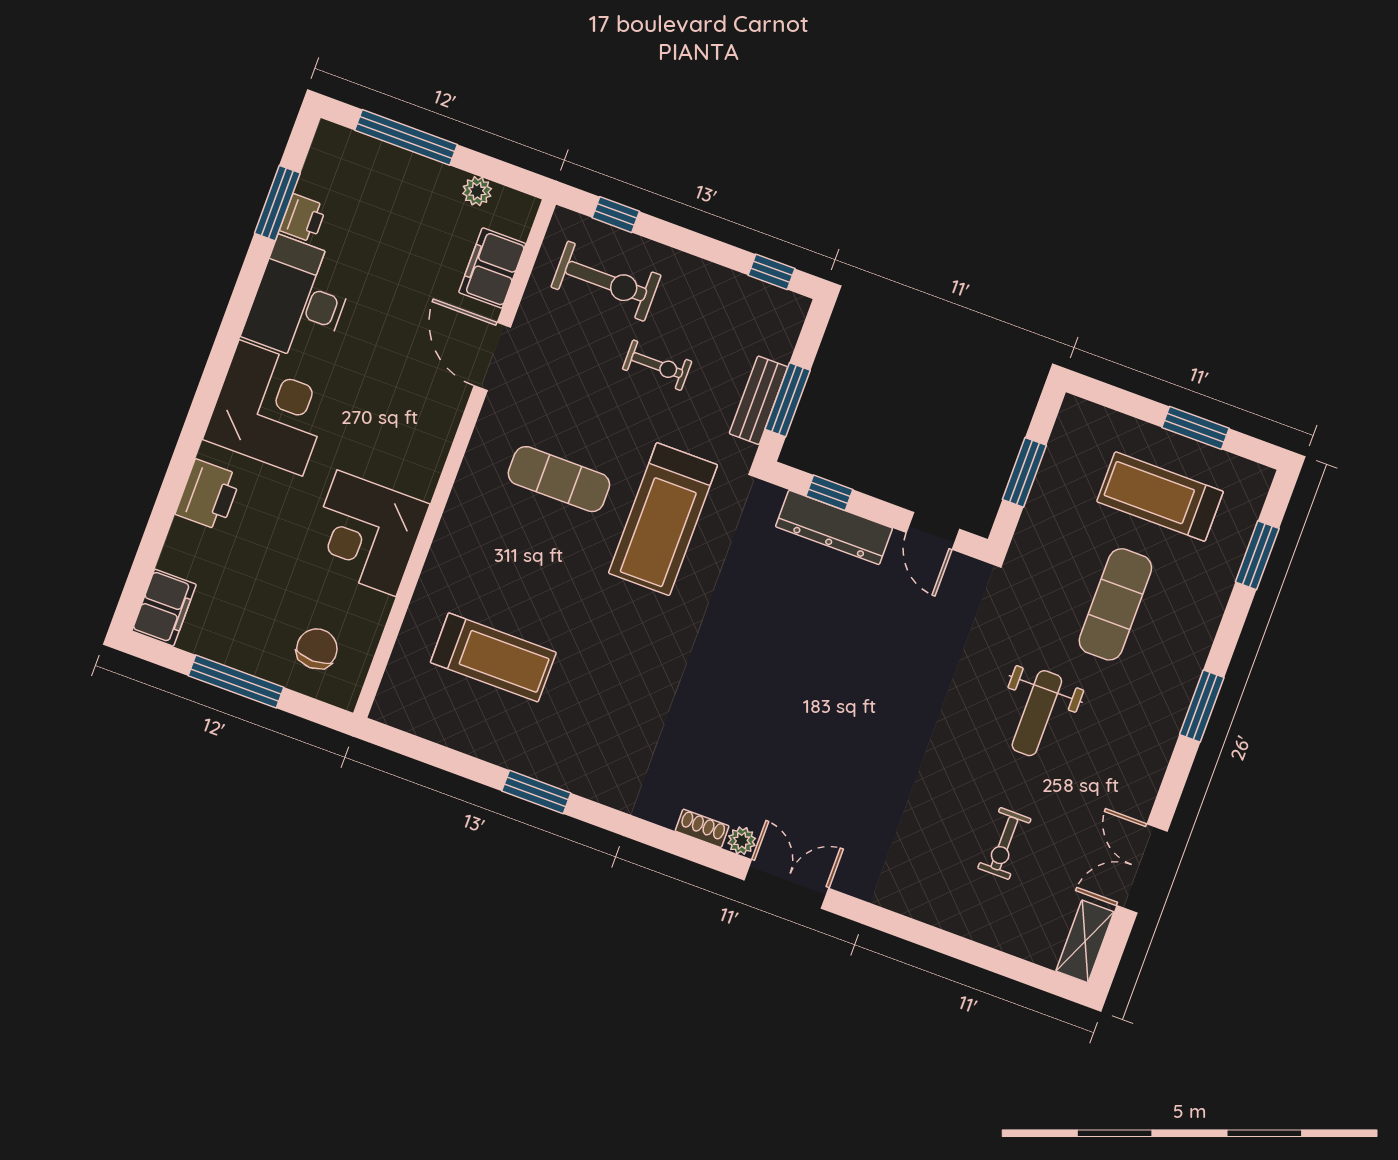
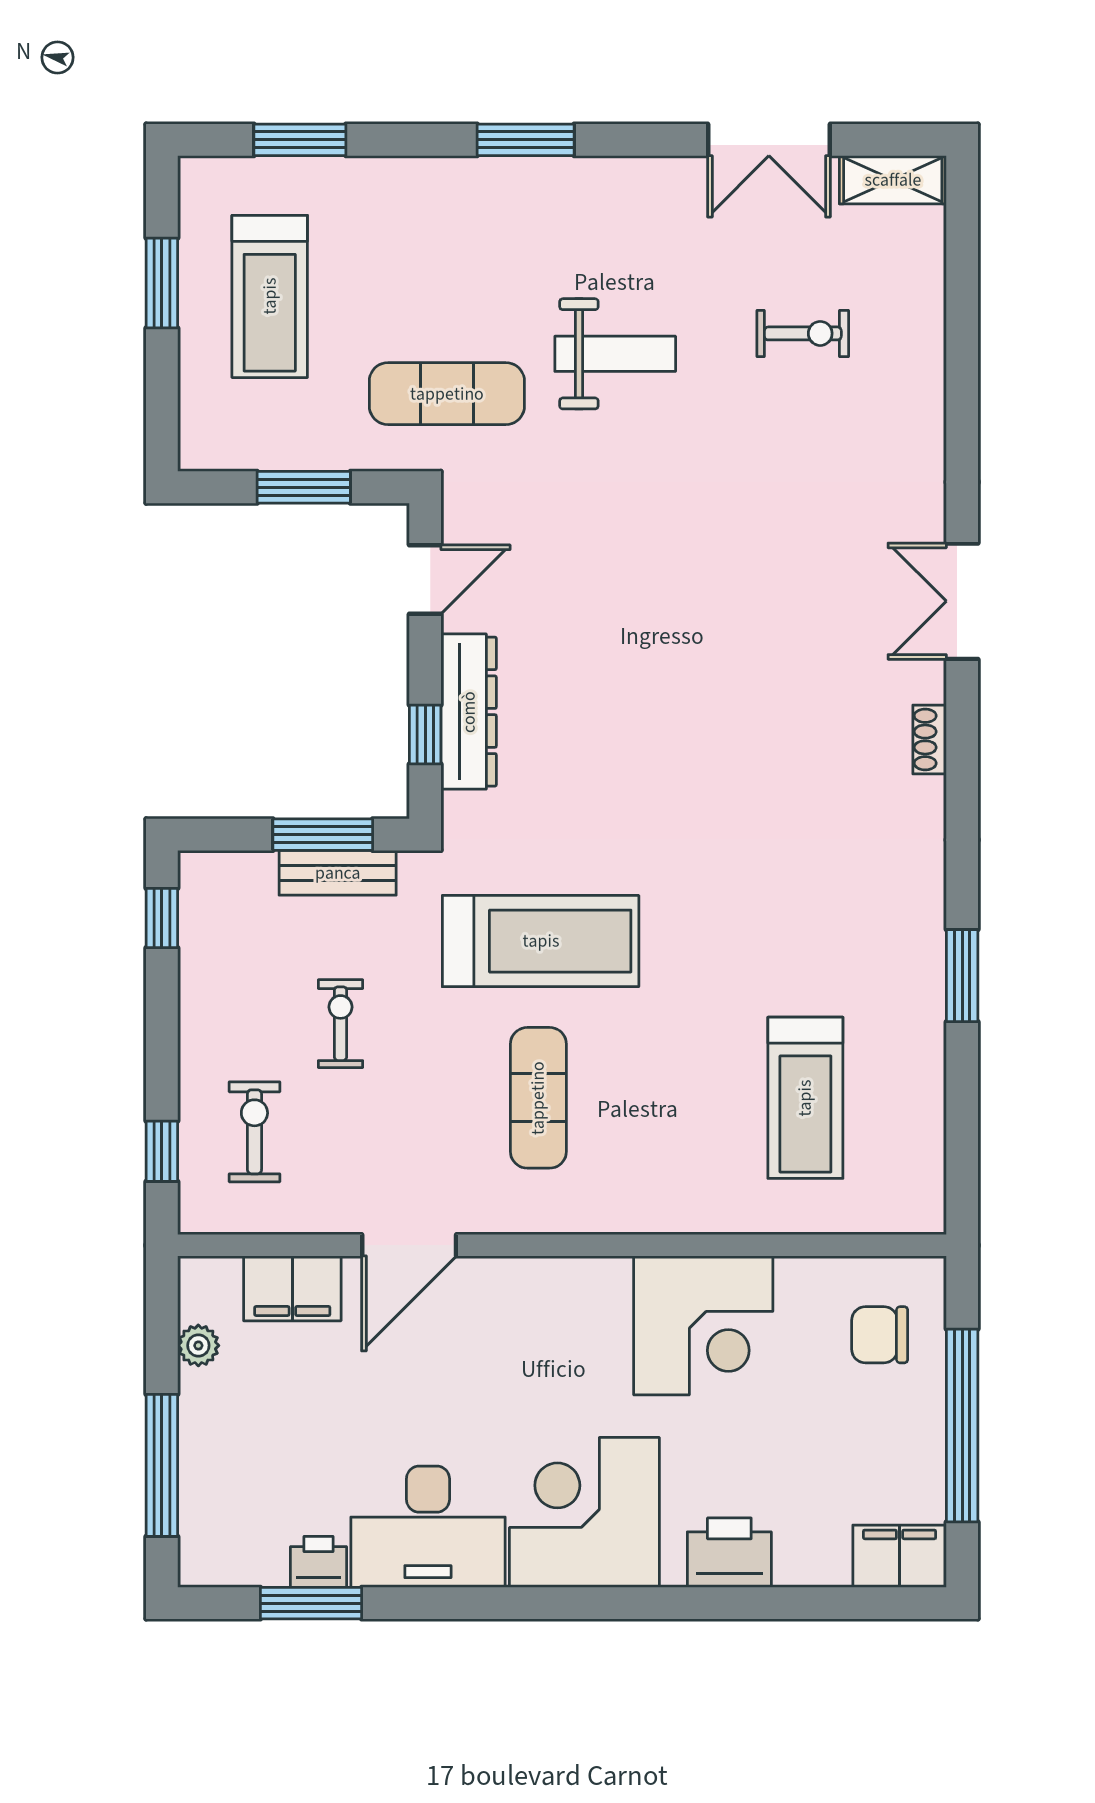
exercise bike: (606, 281) -> (254, 1132), width x0.73, depth x0.72
exercise mat: (1115, 604) -> (447, 394), moved
treadmill: (493, 657) -> (805, 1098), turned 180
window: (236, 681) -> (962, 1426), width x1.46
plant: (742, 841) -> (927, 681), removed

